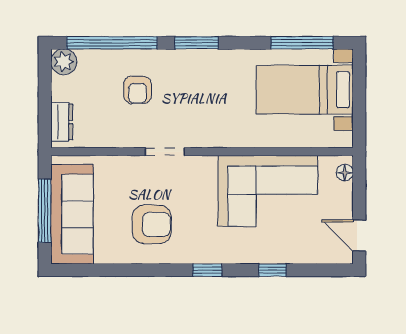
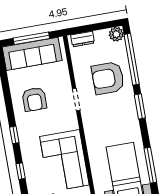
armchair: (137, 90) -> (108, 78), width x1.88, depth x1.88

